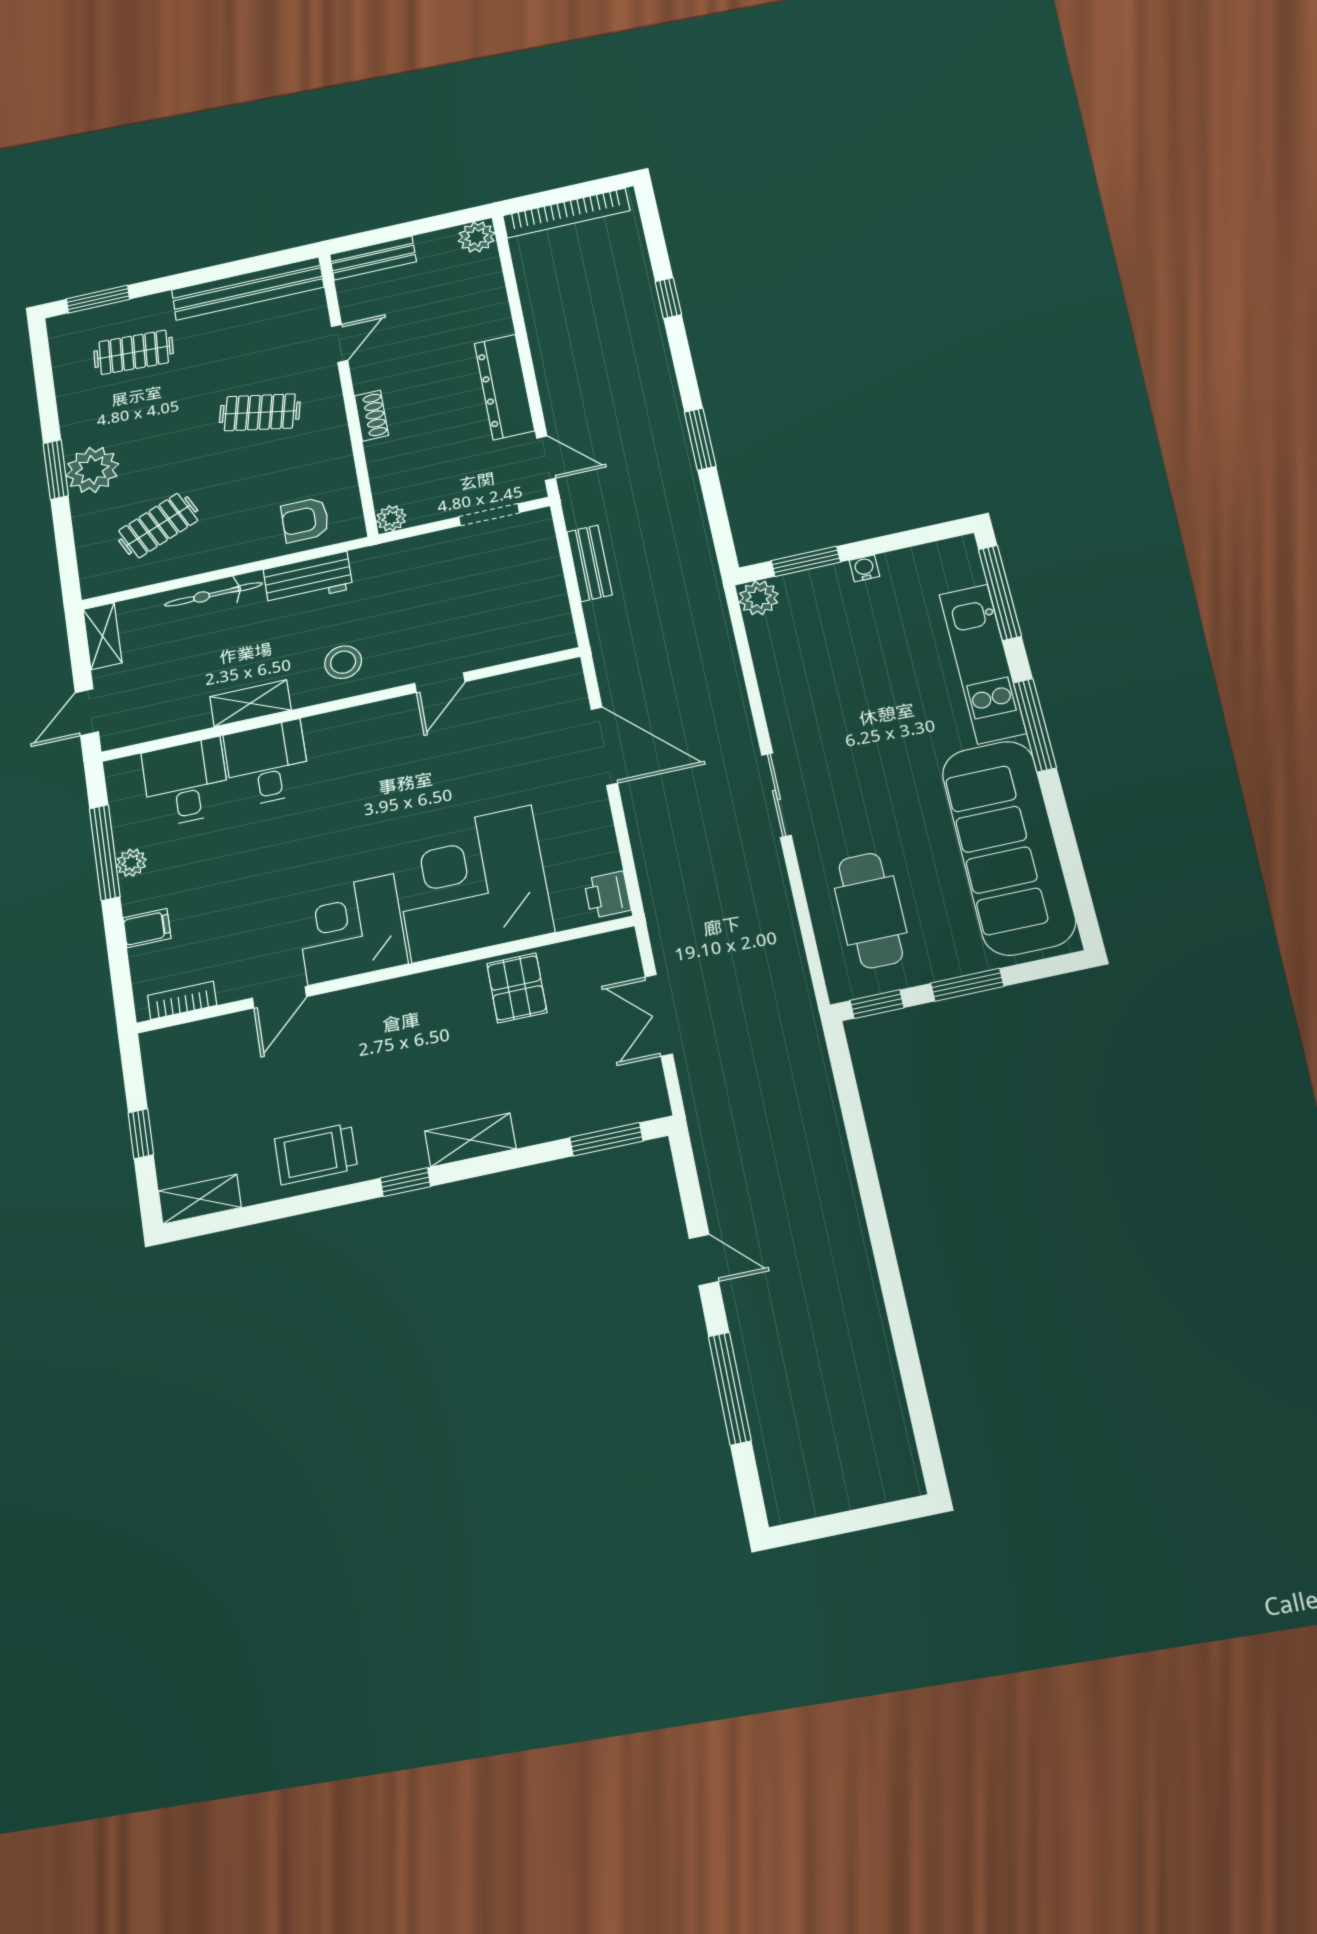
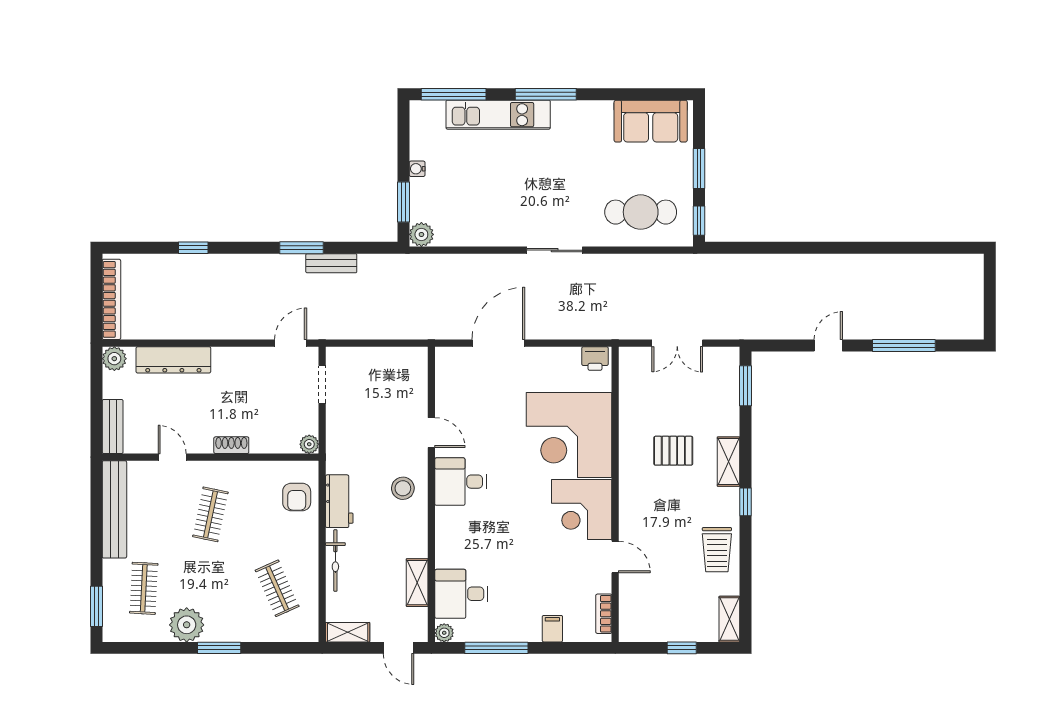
dresser: (504, 387) -> (173, 360), moved
plant: (92, 470) -> (187, 625), moved
bench: (589, 563) -> (331, 263), moved
shelving: (250, 703) -> (417, 583), moved
desk: (267, 764) -> (461, 482), moved
sofa: (1008, 847) -> (651, 121), width x0.54, depth x0.79
plant: (131, 863) -> (444, 633), moved
pallet: (517, 988) -> (673, 451), moved

